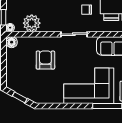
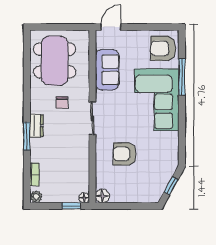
plant: (32, 23) -> (79, 171), removed

